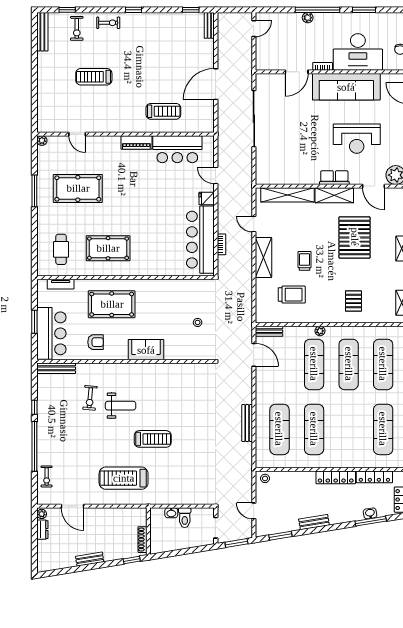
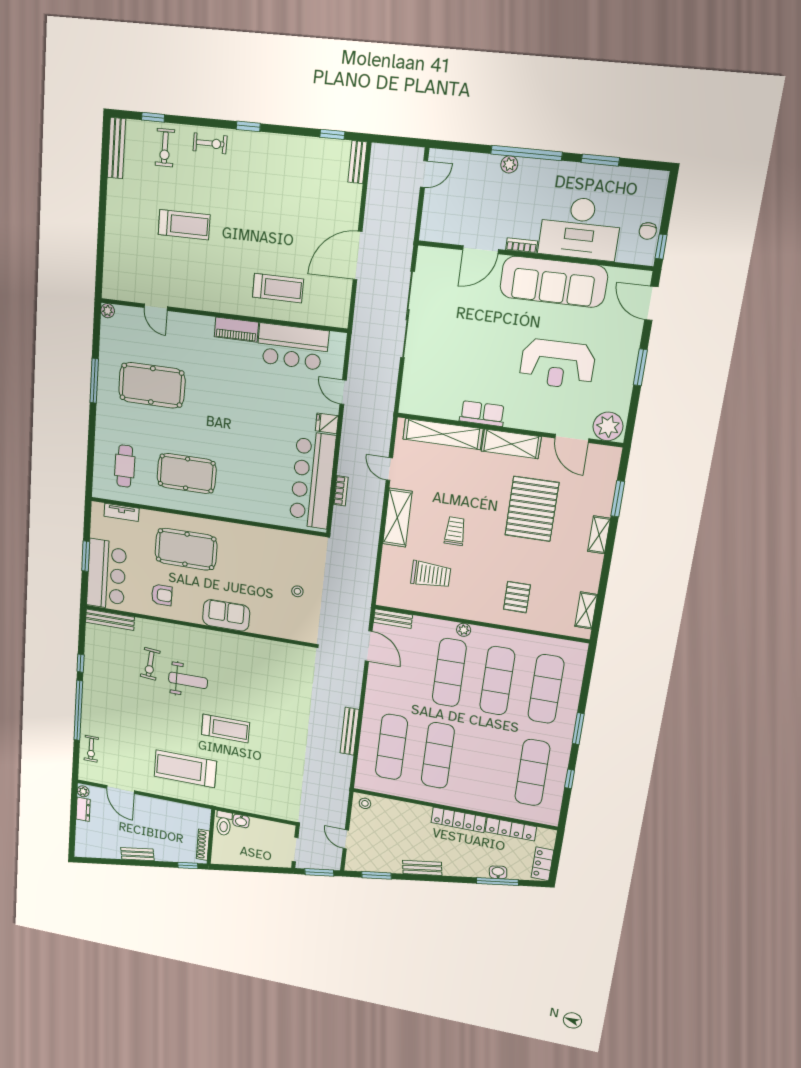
treadmill: (94, 77) -> (184, 225), turned 180
row of seats: (334, 178) -> (482, 414), moved
toilet: (185, 518) -> (224, 823), moved

